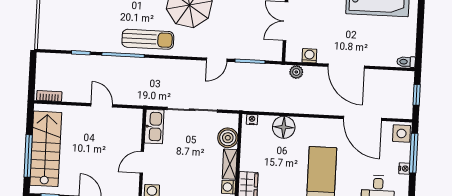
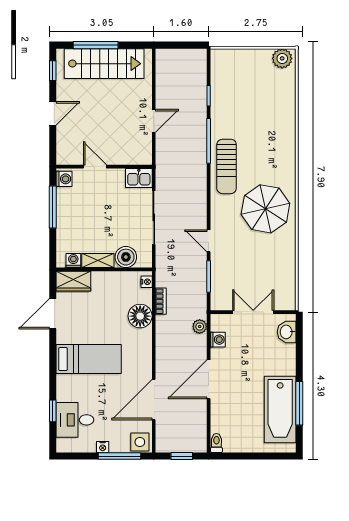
bookcase: (49, 96) -> (161, 301), moved
kitchen sink: (154, 126) -> (139, 178), width x0.73

